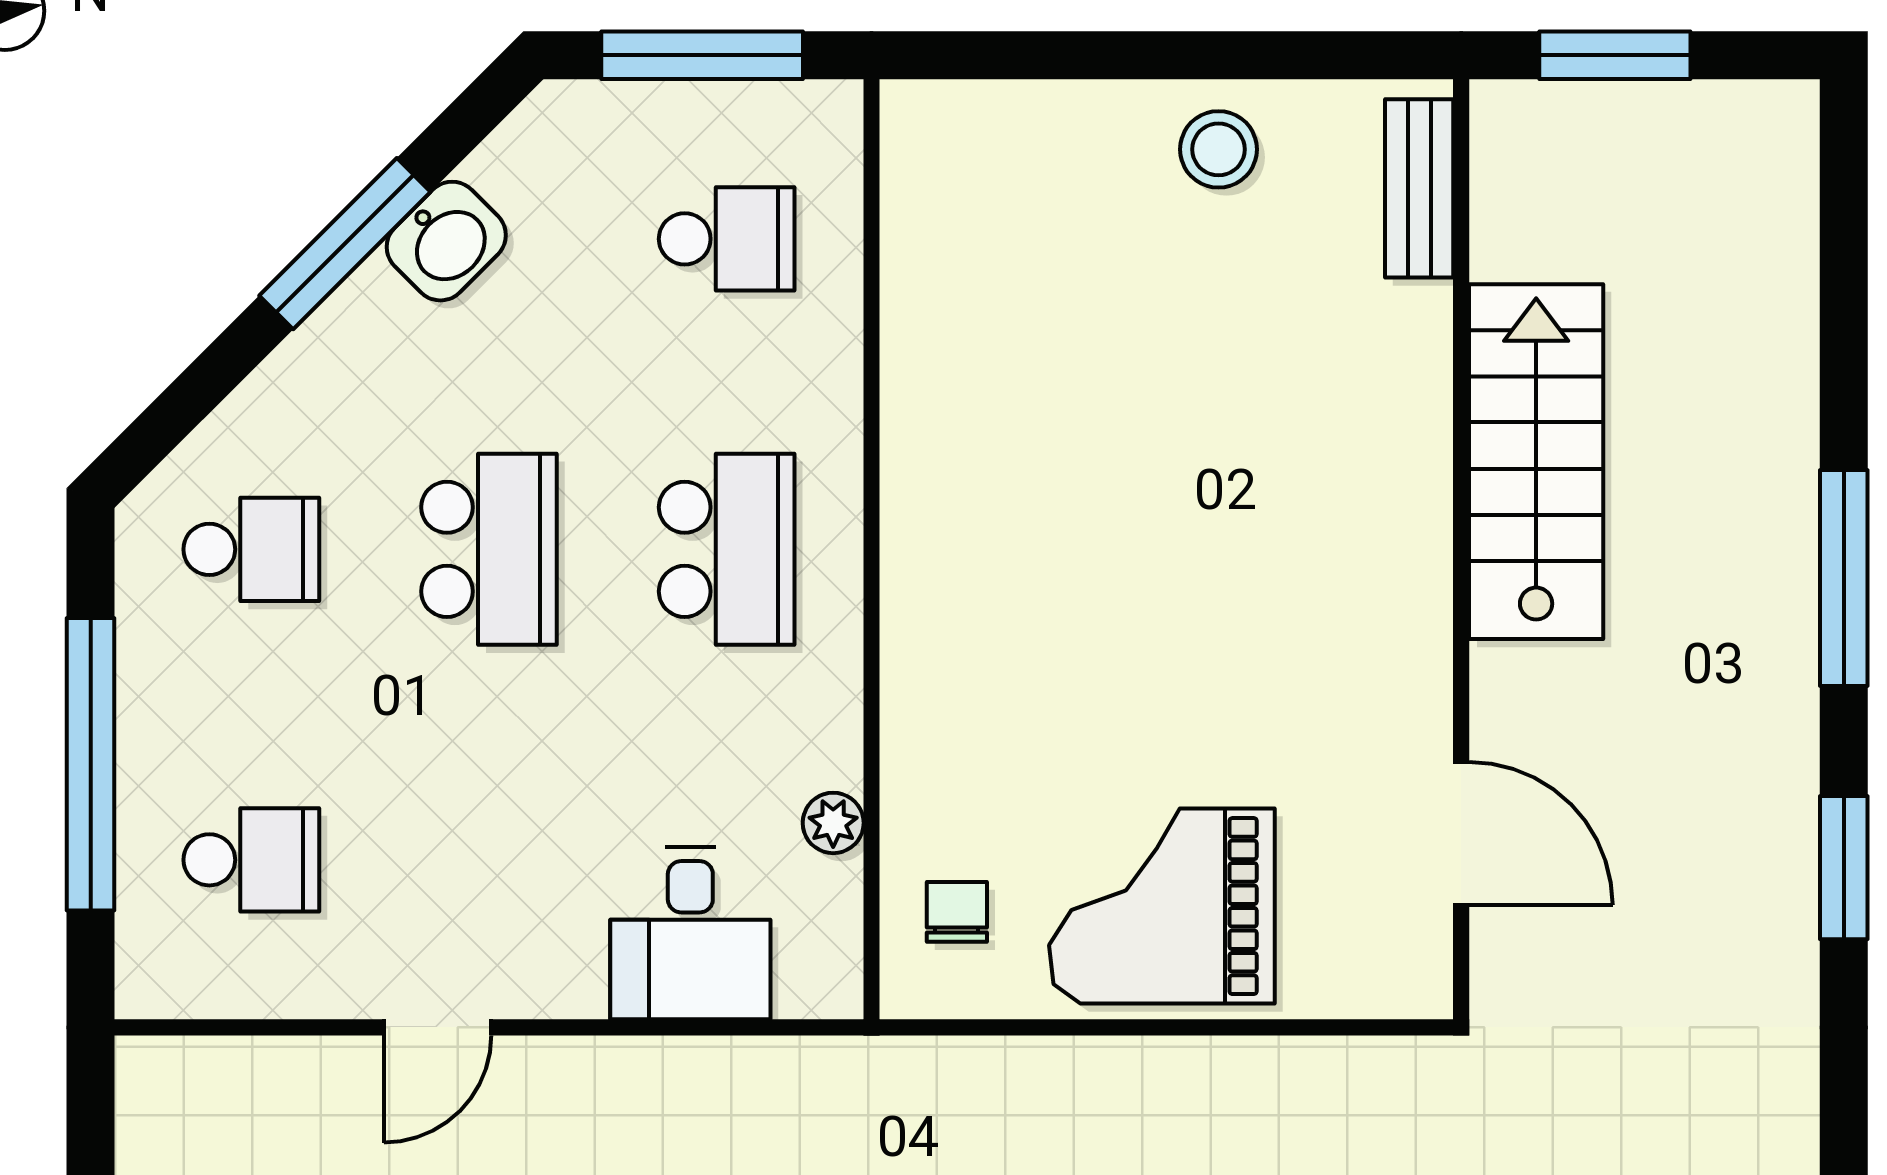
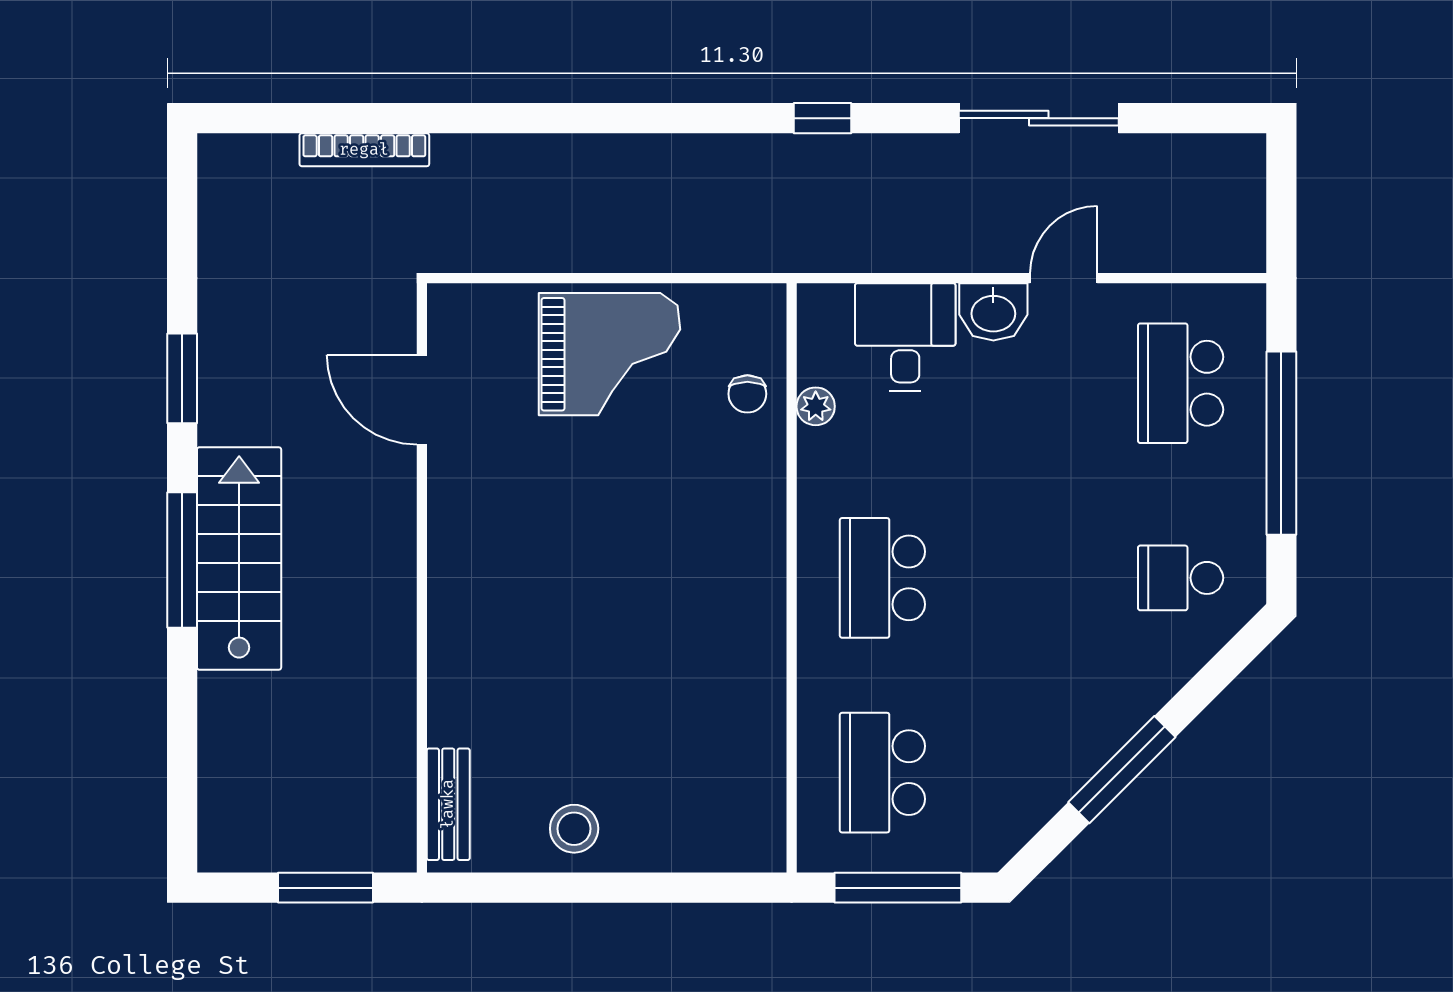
school desk: (727, 239) -> (882, 773), width x1.85
washbasin: (446, 241) -> (993, 312), moved, turned -135
stairs: (1536, 462) -> (239, 559), moved, turned 180
school desk: (489, 549) -> (1031, 578), removed
school desk: (251, 860) -> (1181, 383), width x1.85
chair: (957, 912) -> (747, 394), moved

